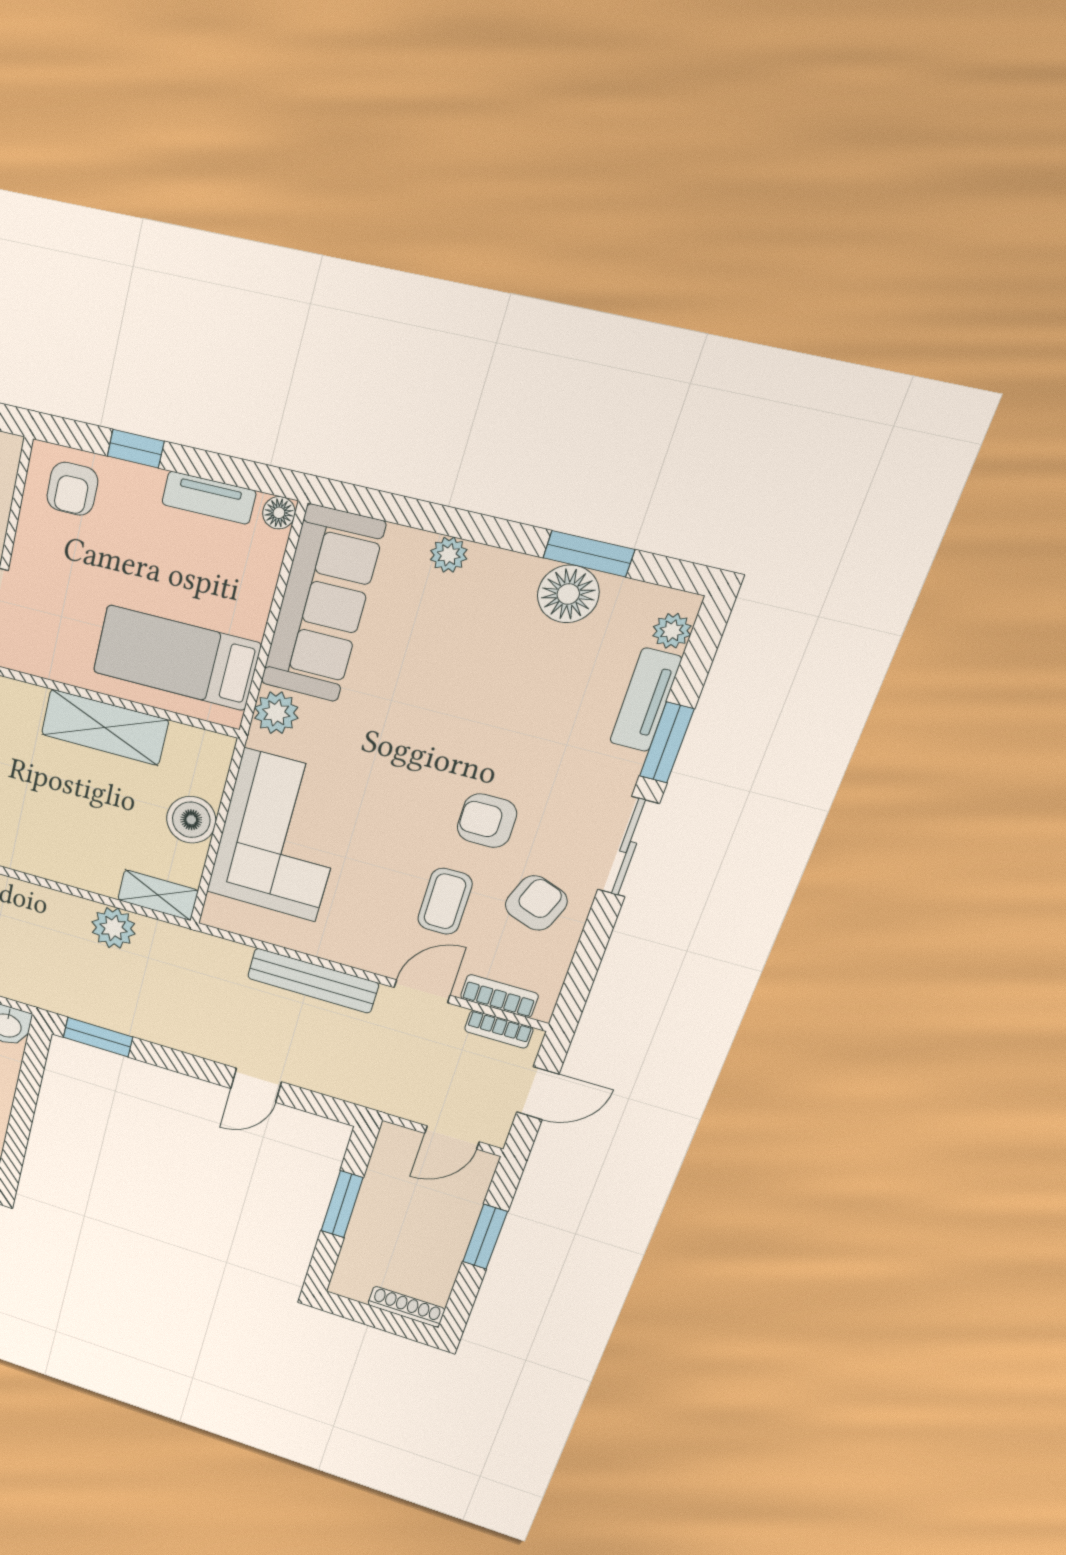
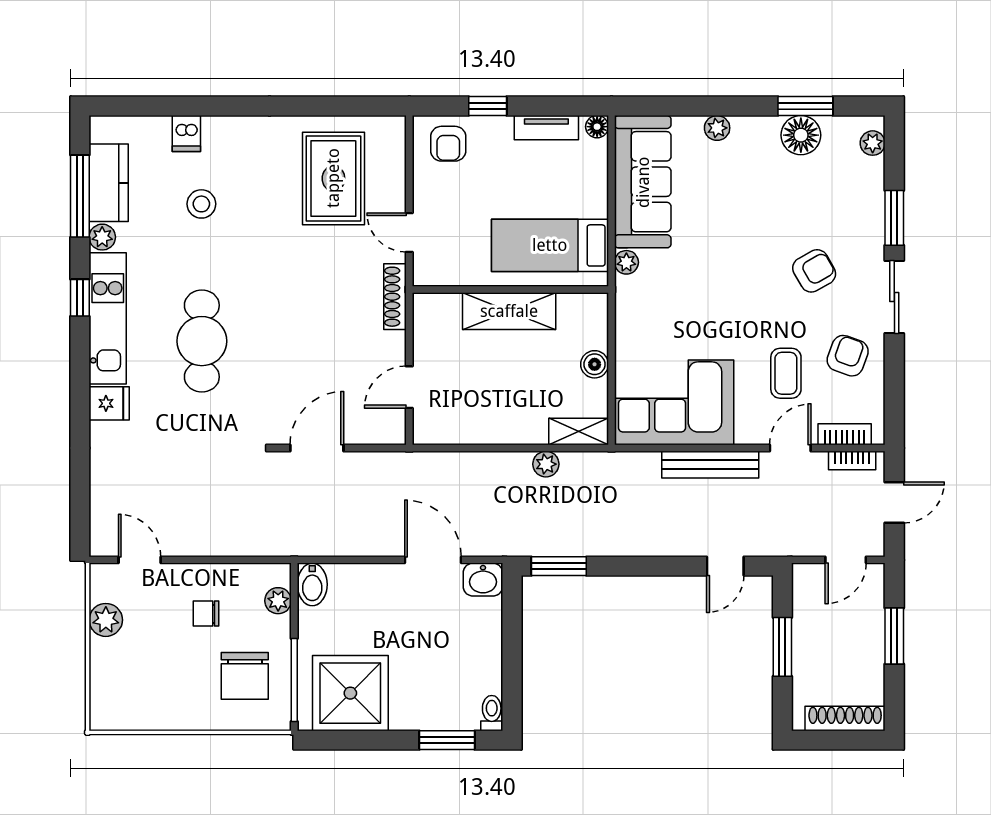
tv unit: (646, 700) -> (872, 193), removed
plant: (276, 713) -> (626, 262), width x0.73, depth x0.73
boiler: (191, 820) -> (595, 364), width x0.73, depth x0.73
armchair: (487, 821) -> (814, 271), moved, turned 150
corner sofa: (280, 836) -> (674, 402), moved, turned -90
plant: (113, 928) -> (546, 464), width x0.73, depth x0.73
door: (256, 1085) -> (725, 566), moved
shoe rack: (406, 1307) -> (845, 719), width x1.36, depth x1.24

